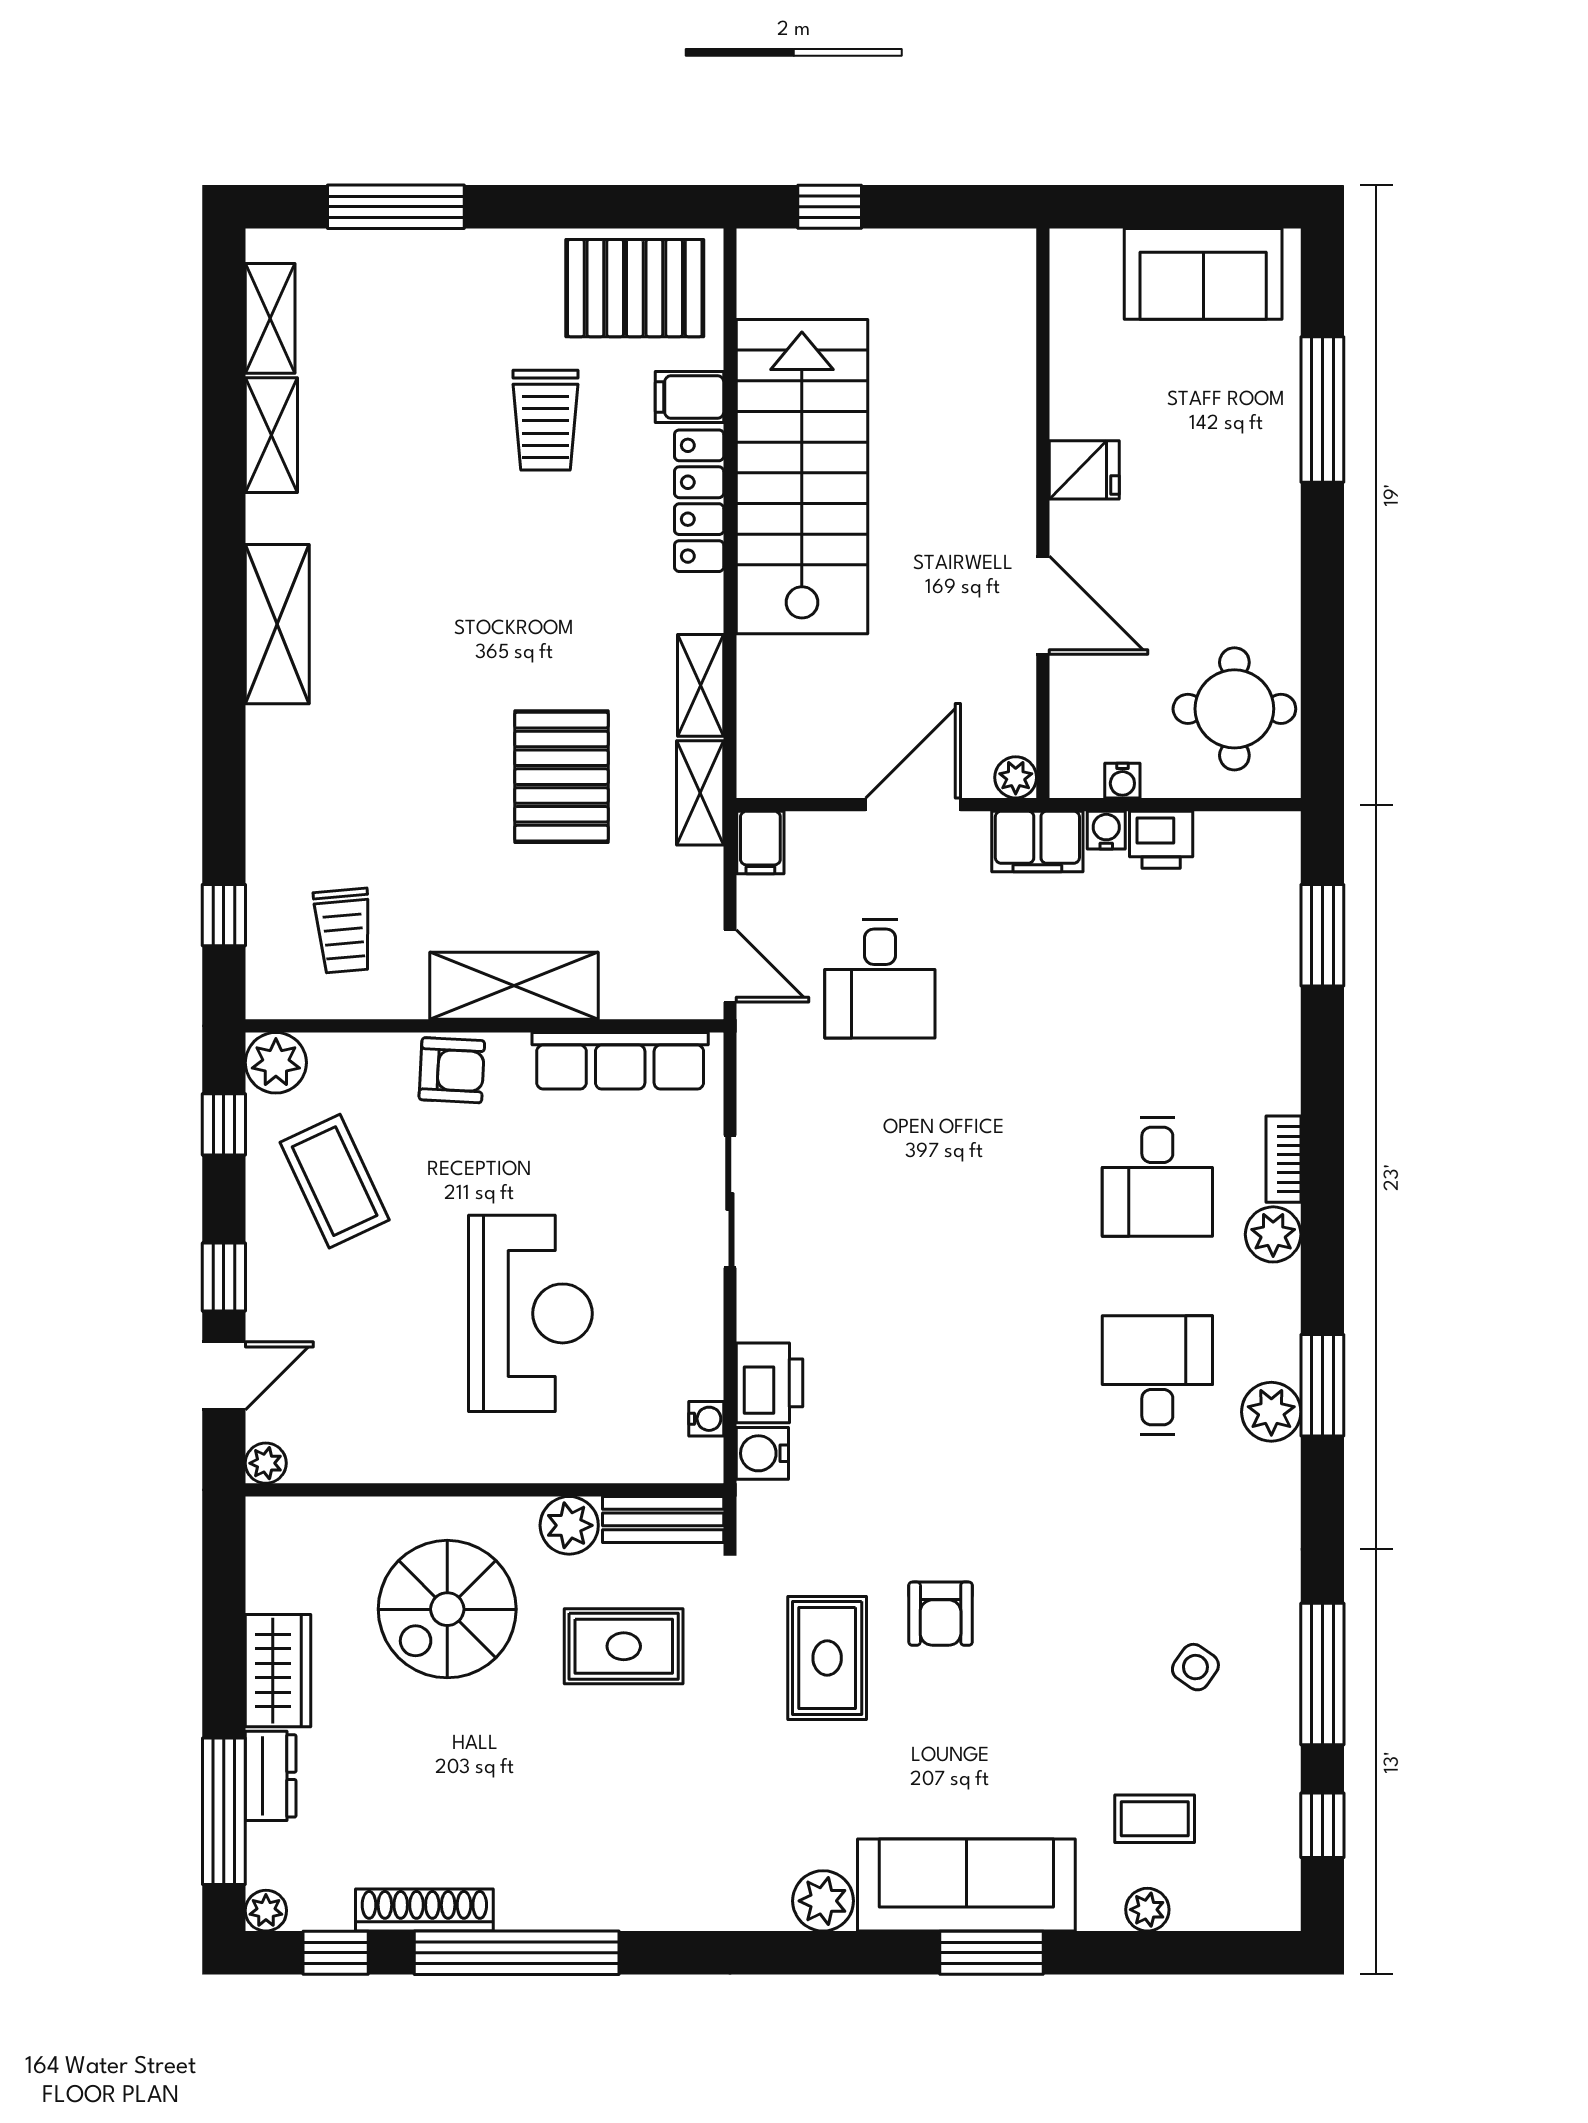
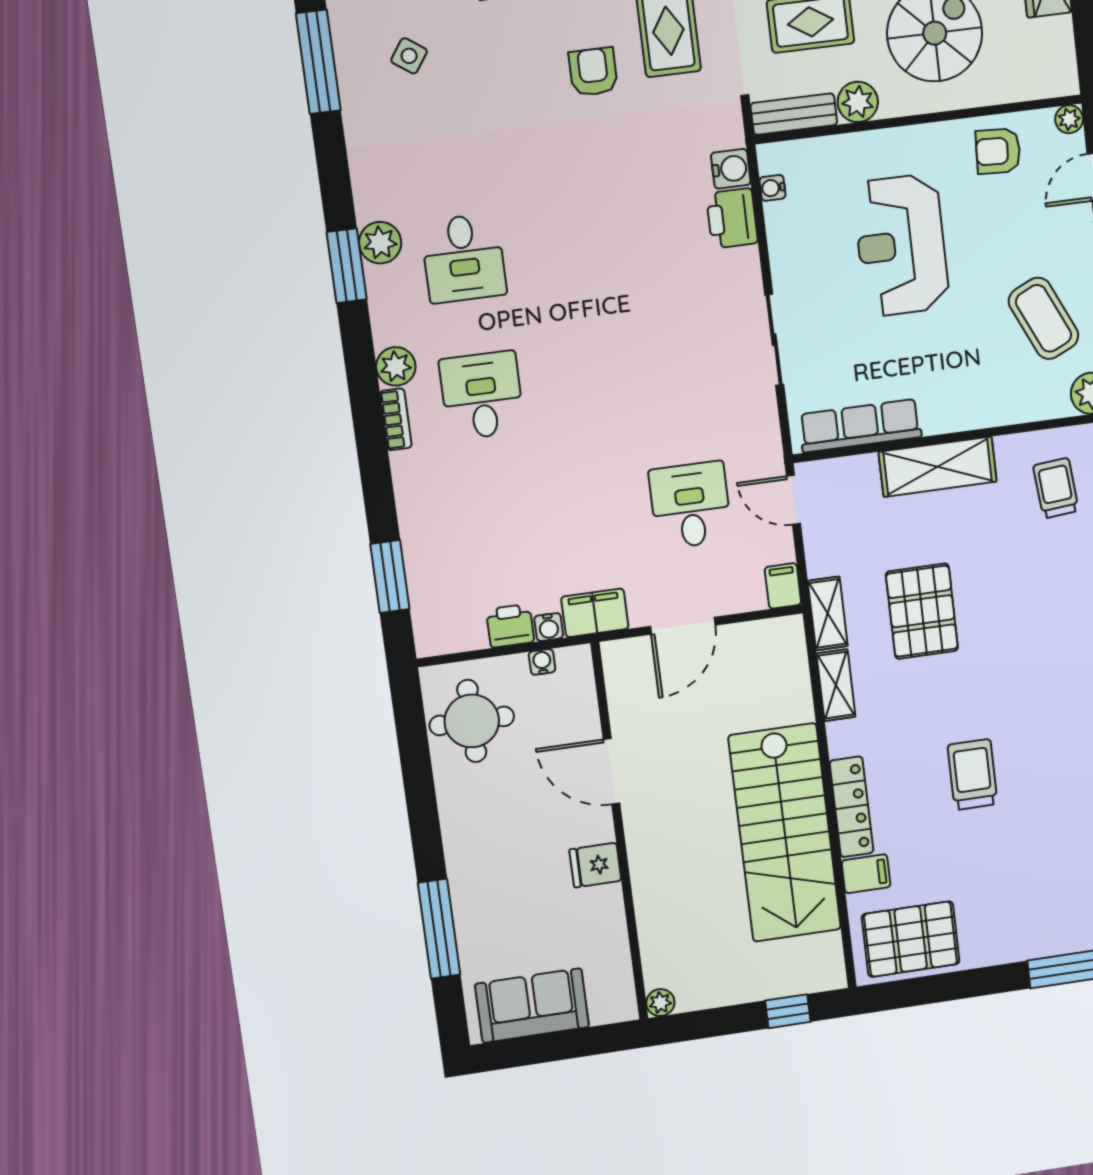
trolley: (546, 420) -> (973, 775), moved
plant: (1016, 777) -> (660, 1003), moved
armchair: (452, 1070) -> (998, 151), moved

